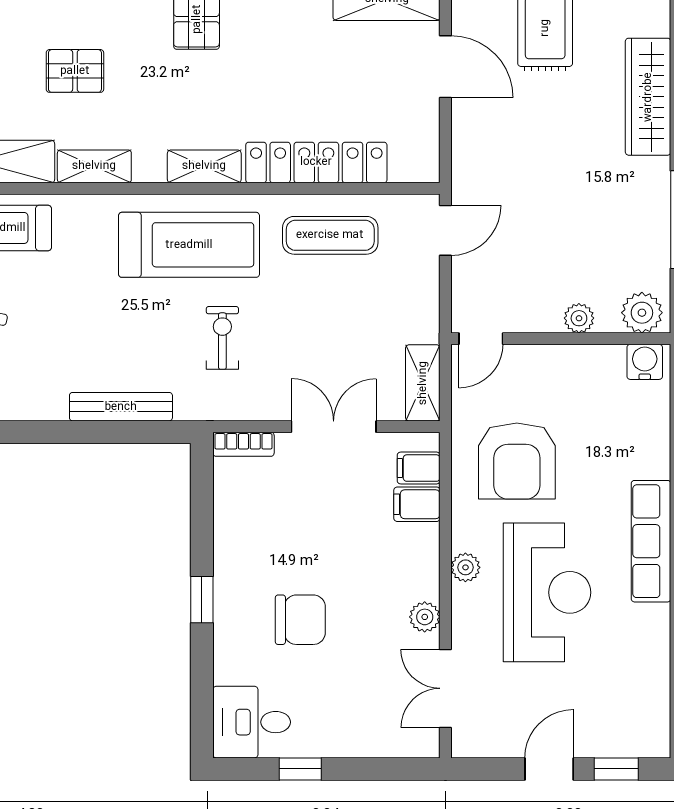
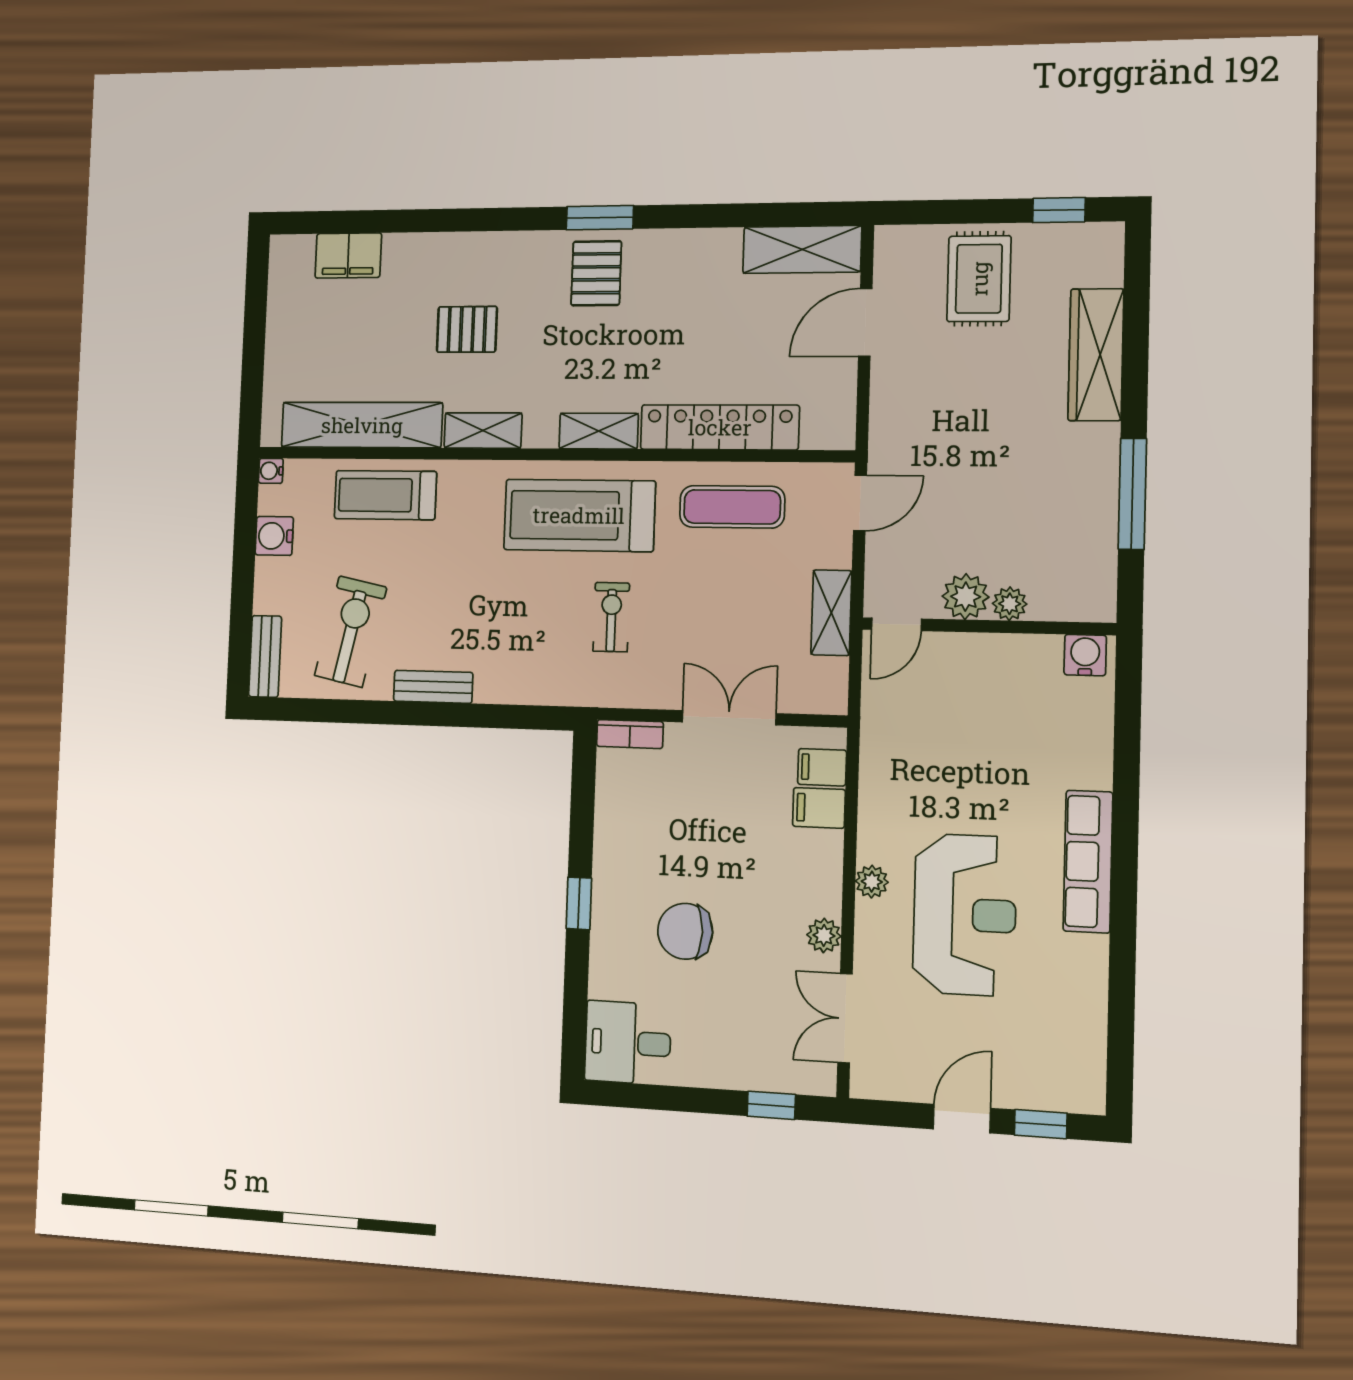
door: (445, 67) -> (865, 322), swing flipped
treadmill: (189, 245) -> (579, 515), turned 180
plant: (642, 313) -> (966, 597), moved
shelving: (423, 383) -> (831, 613), moved
bench: (121, 407) -> (433, 687), moved, width x0.73
armchair: (517, 461) -> (934, 763), removed
chair: (300, 620) -> (685, 931), turned 180
window: (300, 769) -> (771, 1105), moved

